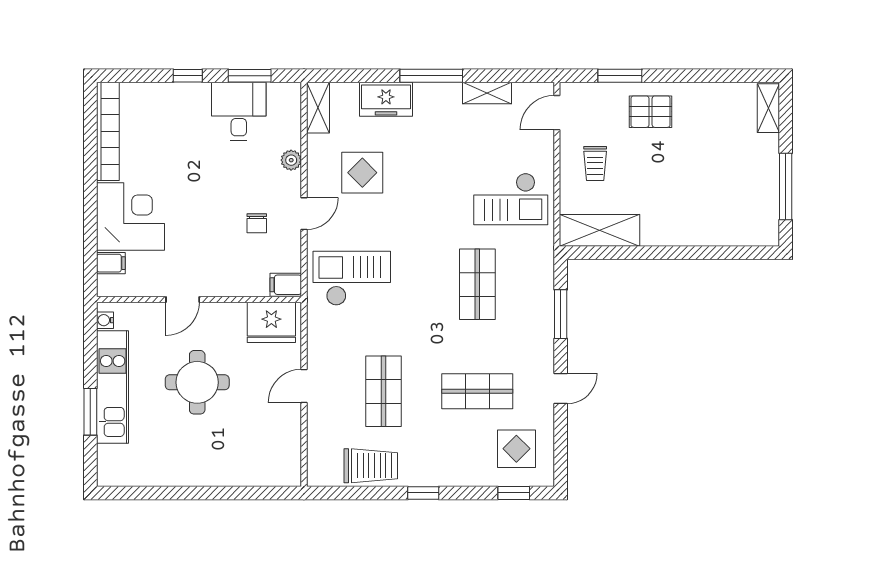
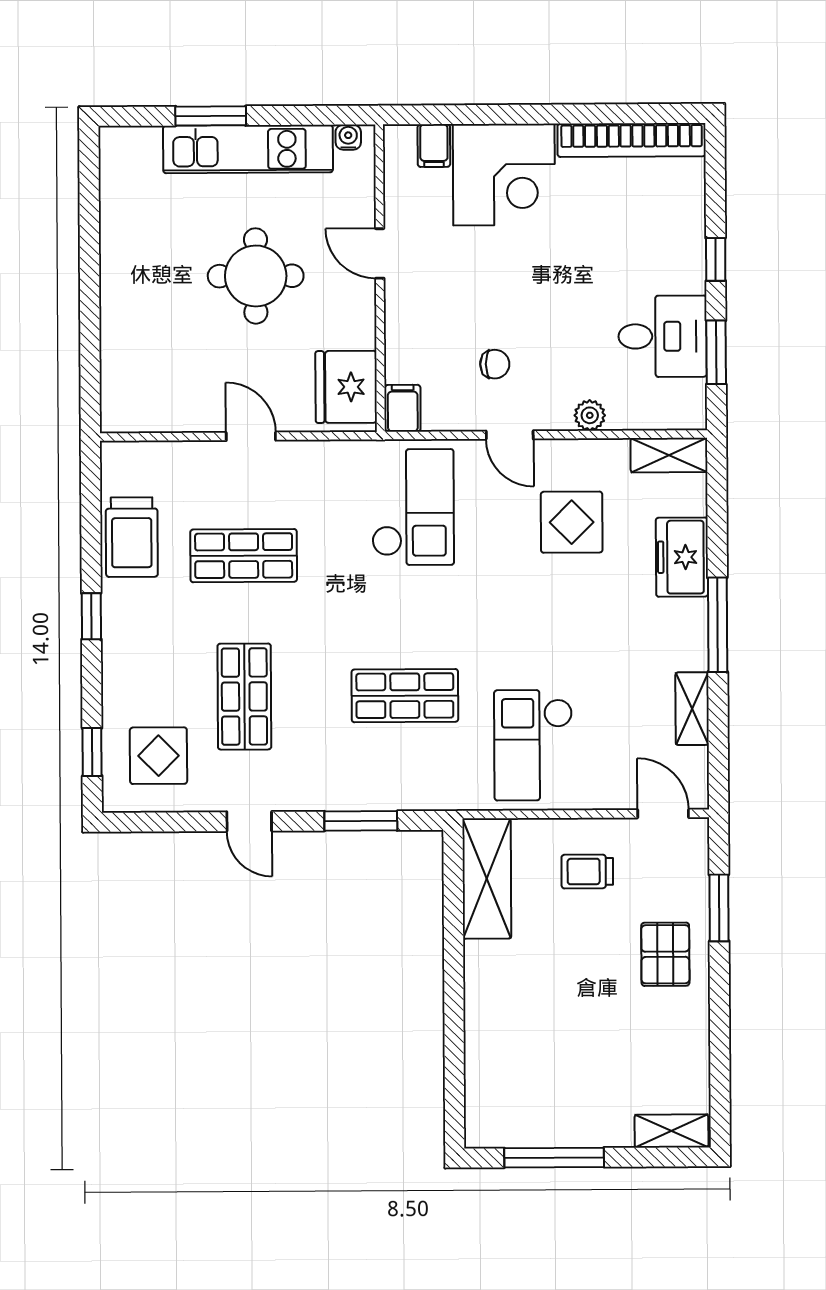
chair: (257, 223) -> (495, 364), turned 180

